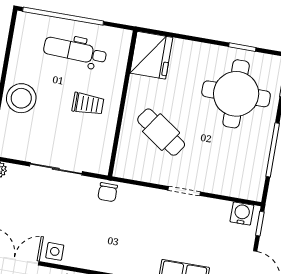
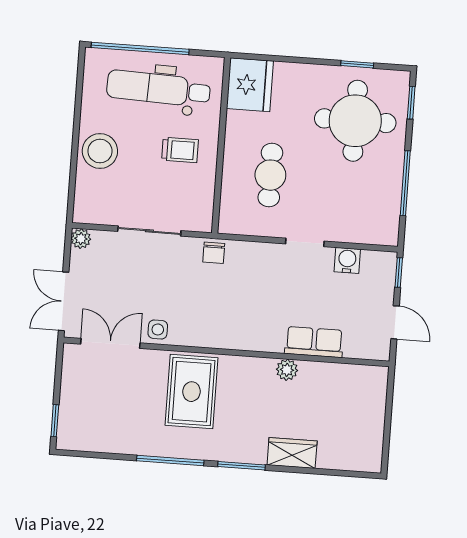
dental chair: (75, 51) -> (158, 89), width x1.36, depth x1.38
cafe table: (161, 132) -> (270, 175), turned 55
water cooler: (242, 213) -> (347, 260), moved

